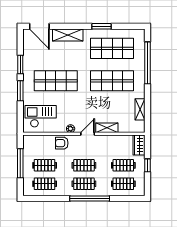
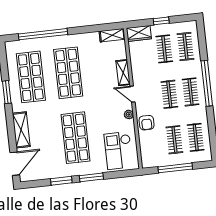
shelving: (140, 109) -> (112, 35), moved

